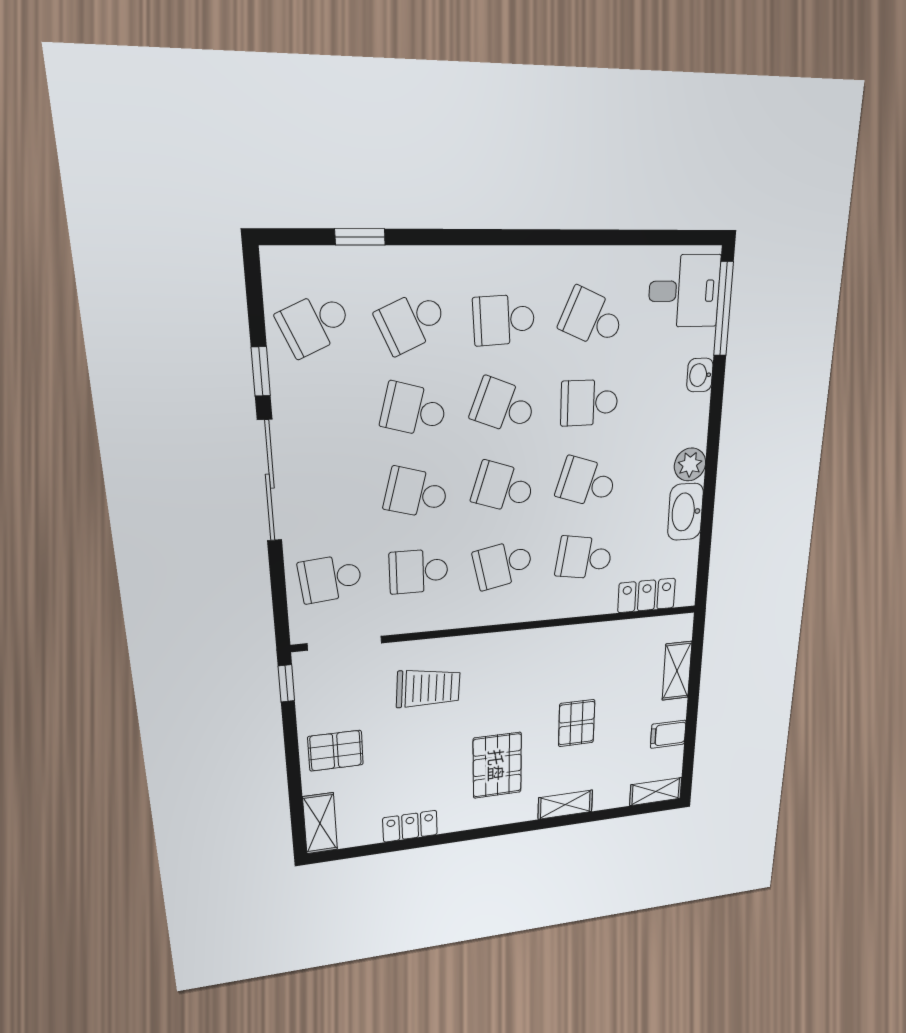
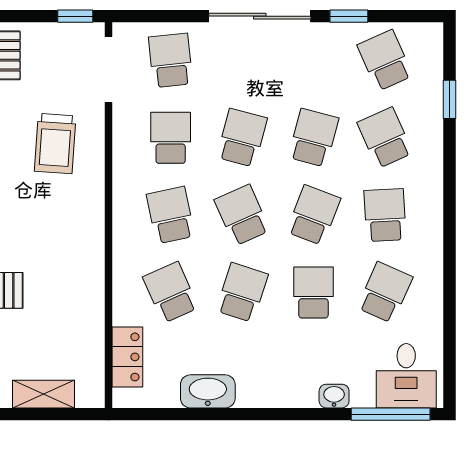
plant: (690, 465) -> (253, 393), removed
school desk: (503, 488) -> (242, 215), turned -42
school desk: (584, 558) -> (171, 292), turned -33

